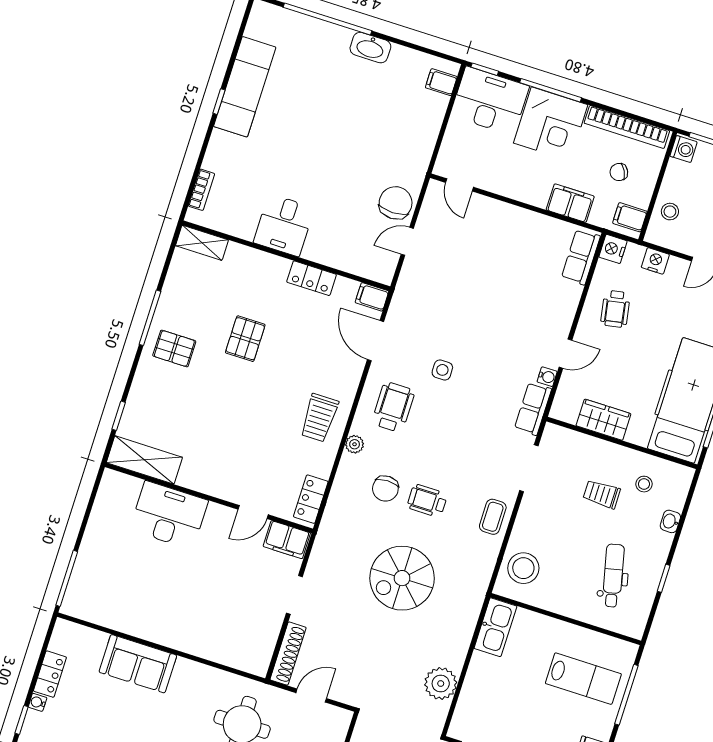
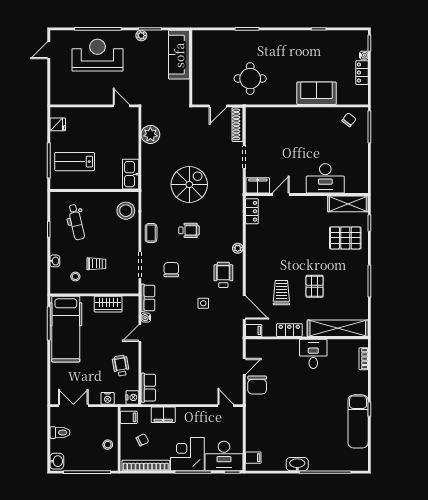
washing machine: (684, 149) -> (112, 463), removed
stool: (670, 212) -> (108, 445), moved
shelving: (202, 243) -> (338, 328), width x2.20, depth x1.33
pallet: (174, 348) -> (345, 238), moved, width x1.50, depth x1.42
wheelchair: (393, 407) -> (223, 275), turned 180
trolley: (319, 418) -> (281, 293), moved
chair: (385, 489) -> (171, 270), moved
chair: (97, 601) -> (349, 120), added

